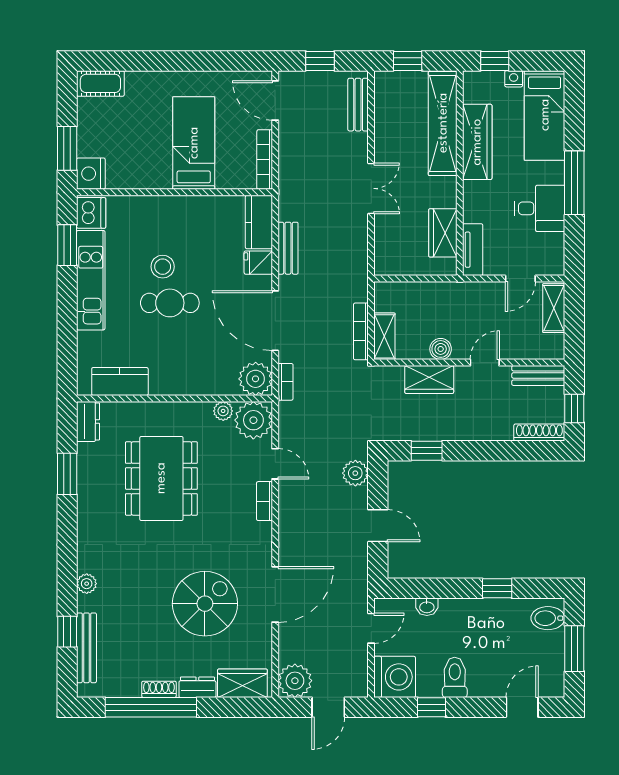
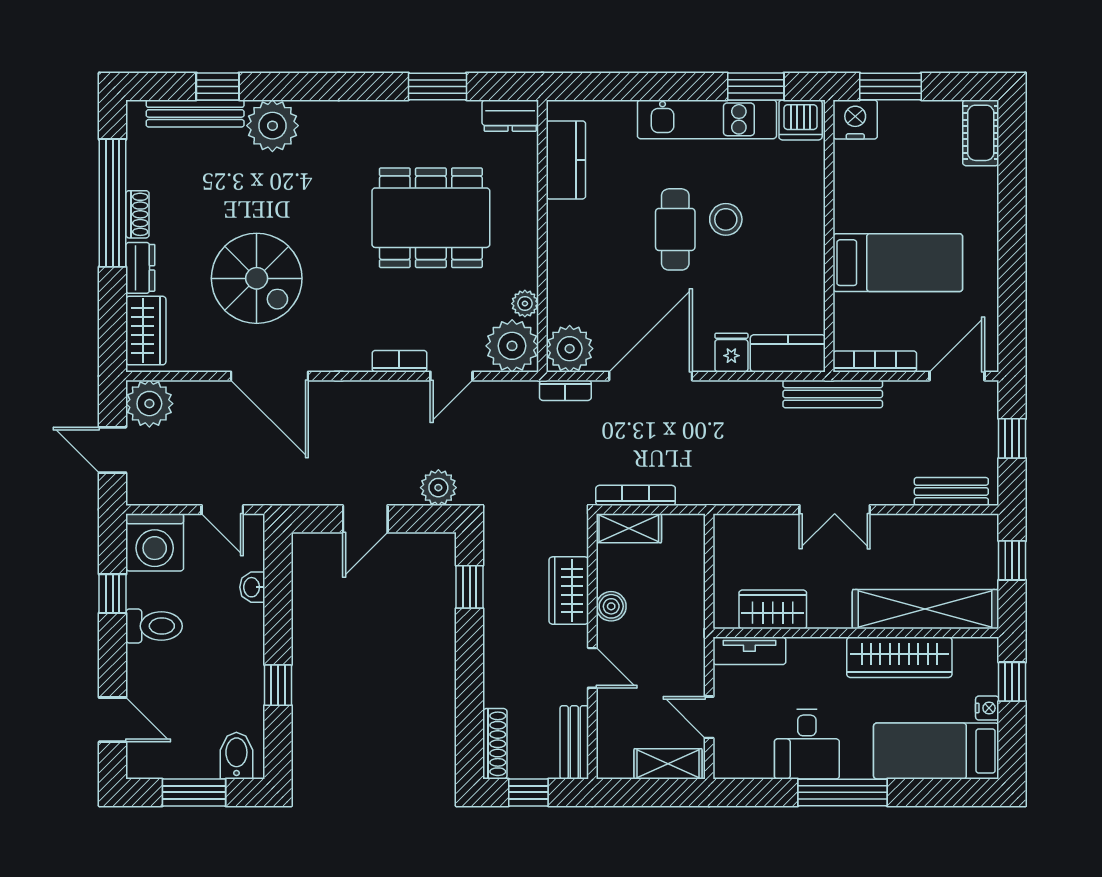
bench: (288, 248) -> (833, 394), moved, width x1.36
plant: (87, 584) -> (272, 126), width x1.87, depth x1.87

